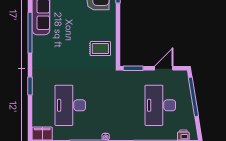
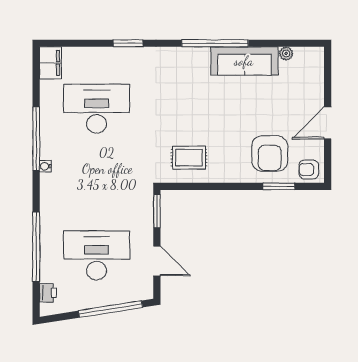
rug: (100, 49) -> (189, 158), turned 90

